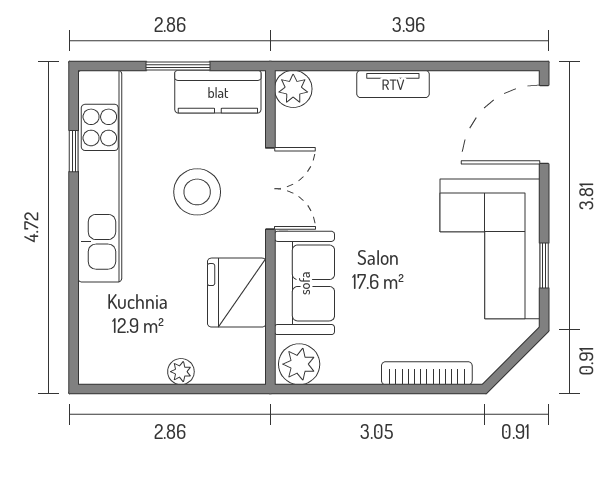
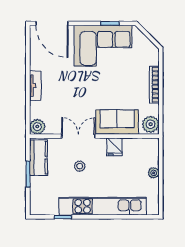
kitchen unit: (100, 176) -> (103, 206), moved
stool: (197, 192) -> (80, 166), width x0.53, depth x0.53
fridge: (237, 293) -> (114, 147), width x0.53, depth x0.75
bookcase: (427, 373) -> (154, 85), moved

